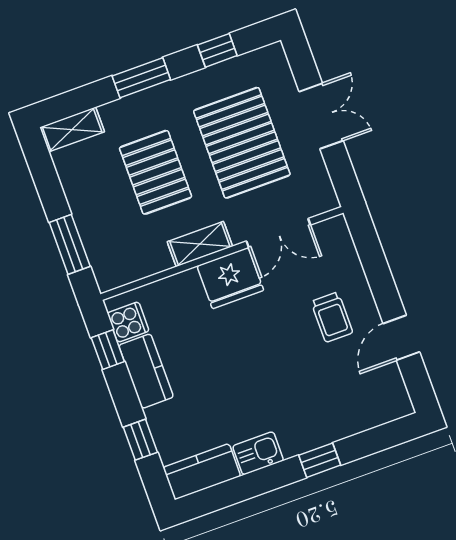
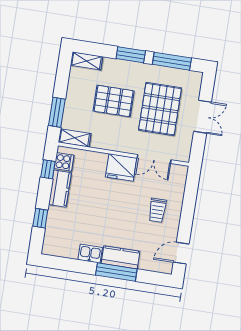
window: (217, 50) -> (172, 61), width x2.17
pallet: (156, 172) -> (114, 101), turned 90
shelving: (200, 244) -> (75, 138), moved
door: (401, 338) -> (181, 253), moved
window: (320, 460) -> (116, 272), width x2.17
kitchen counter: (202, 472) -> (120, 257), moved

